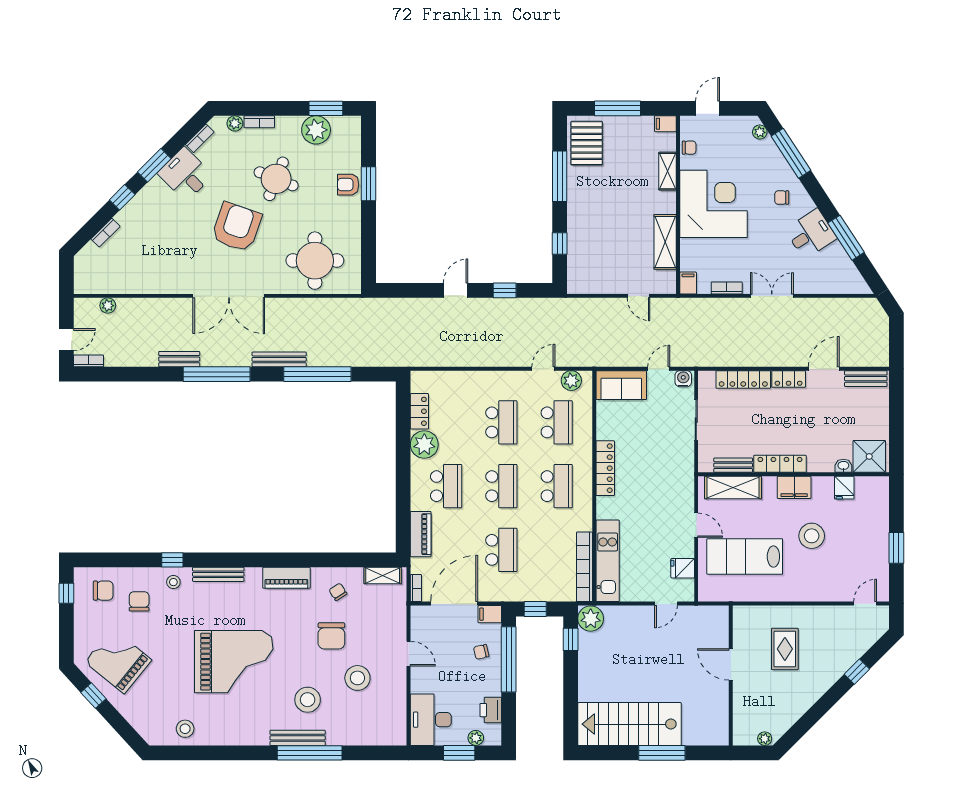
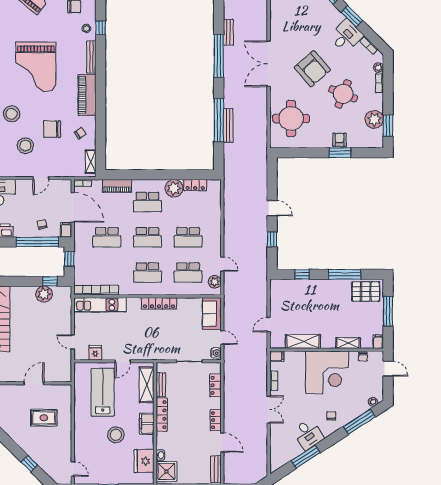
armchair: (237, 227) -> (312, 69), turned 30
bench: (279, 359) -> (228, 126), moved
locker: (743, 380) -> (215, 385), width x0.66
fridge: (844, 488) -> (144, 461), width x1.88, depth x1.34
piano: (286, 578) -> (87, 95), width x1.37, depth x1.33
plant: (591, 619) -> (44, 294), moved

